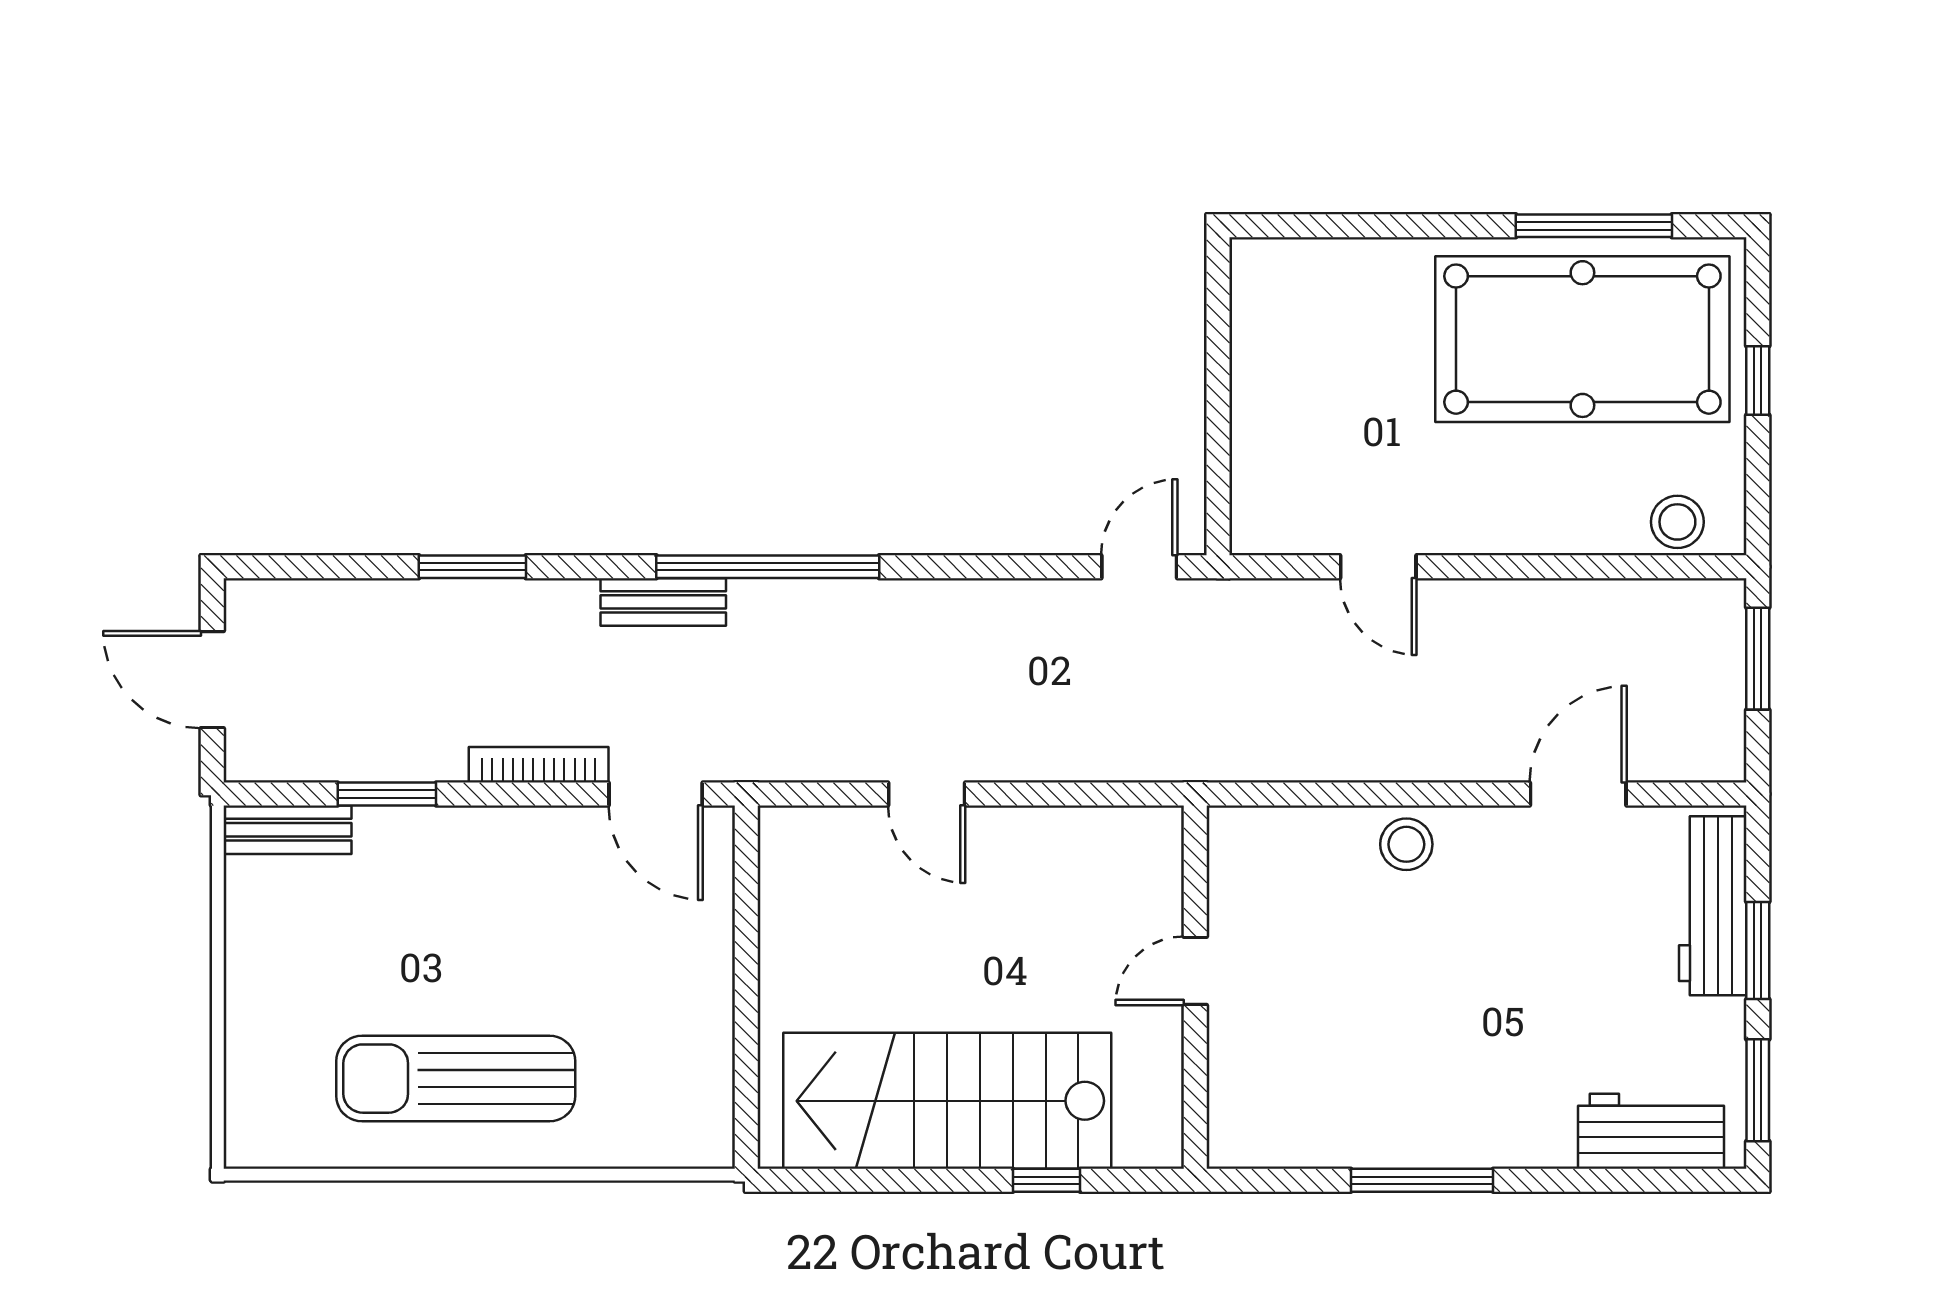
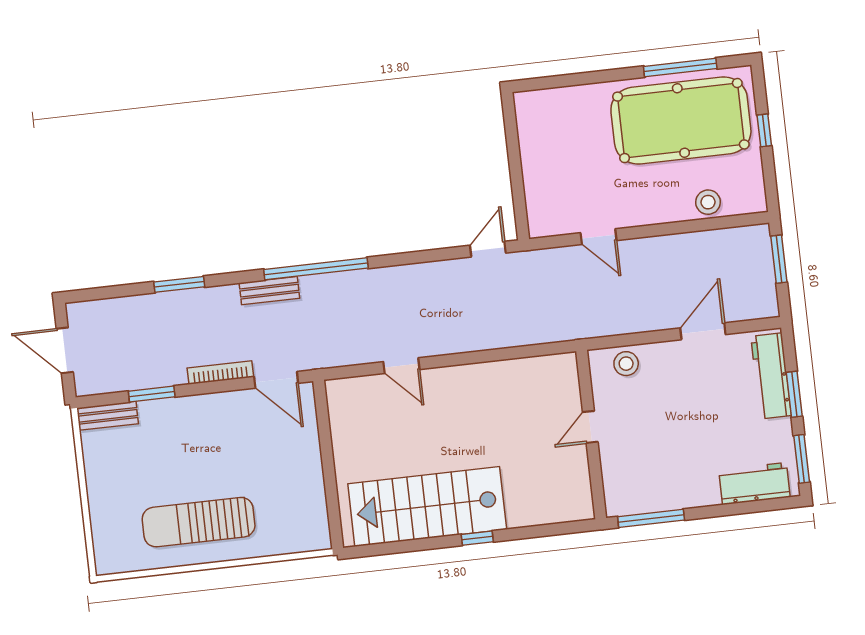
stool: (1677, 522) -> (708, 202), moved
door: (1195, 971) -> (590, 427), moved
wall: (1195, 987) -> (591, 435), moved

